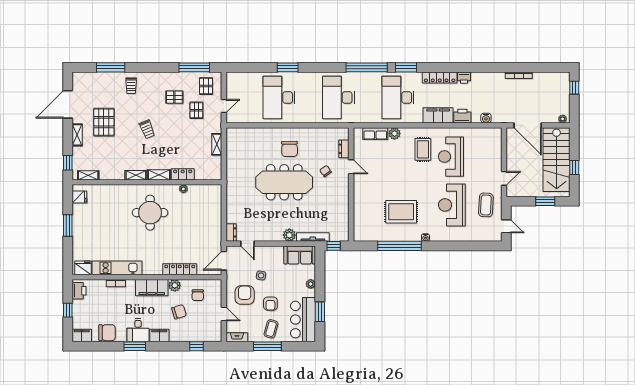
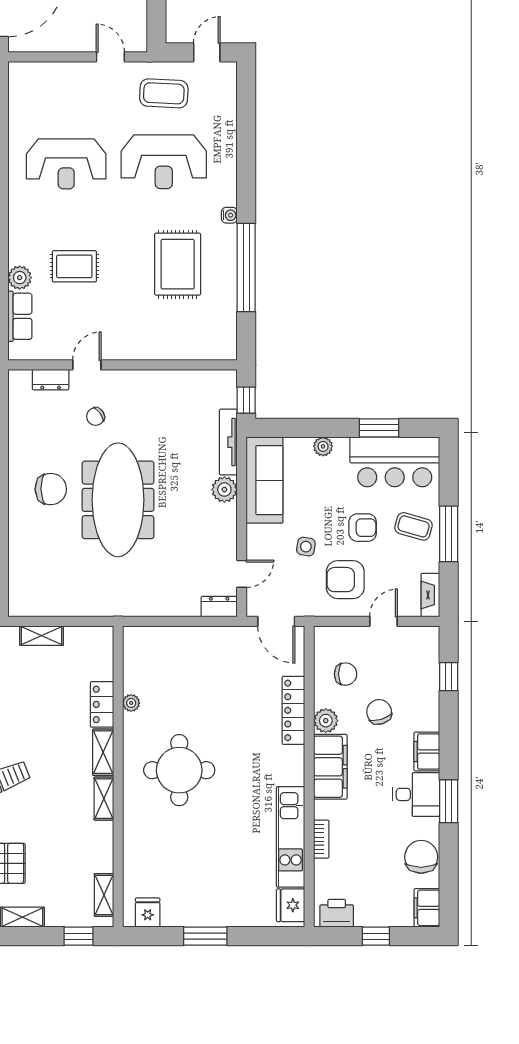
rug: (423, 149) -> (74, 266), moved
sofa: (300, 255) -> (265, 480), width x1.36

